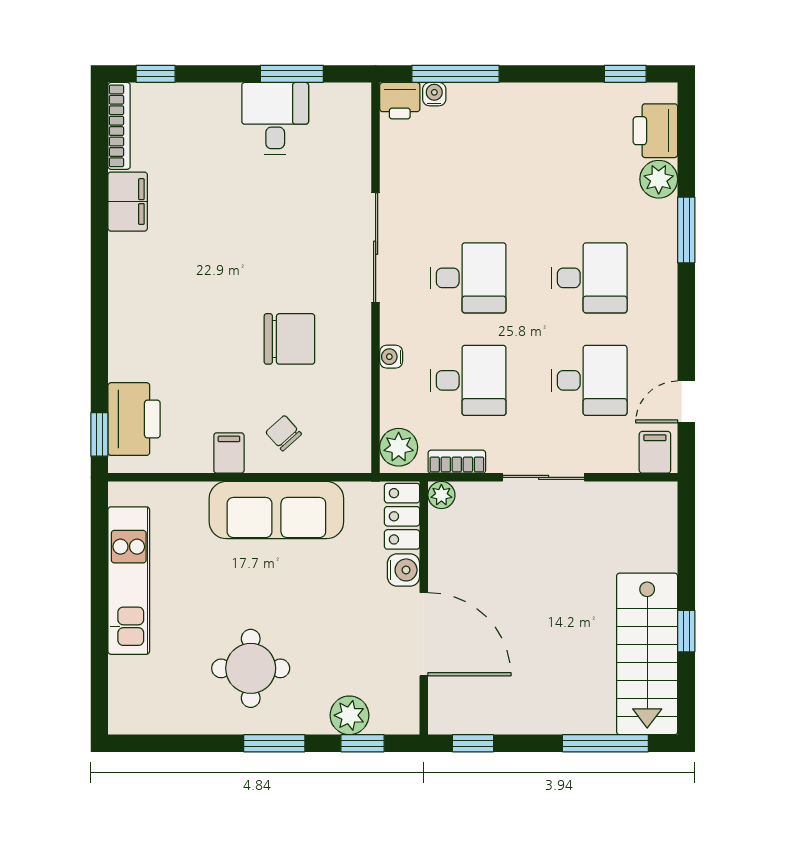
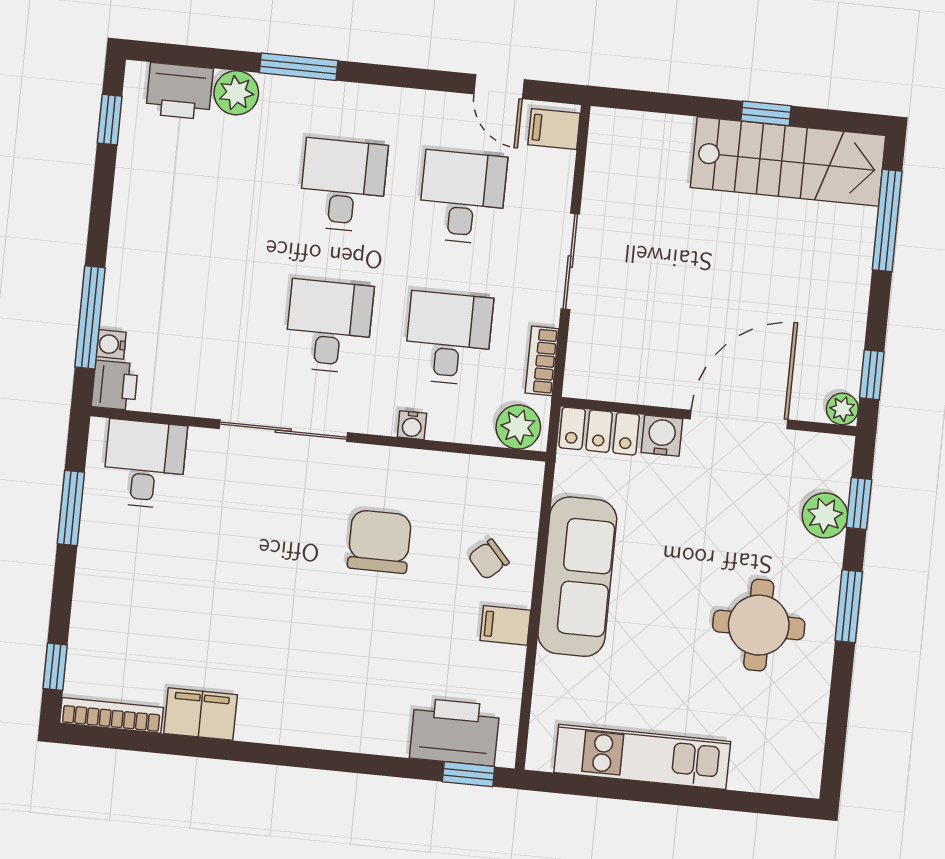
desk: (275, 118) -> (145, 464), moved, turned 90
plant: (441, 495) -> (842, 409), moved

